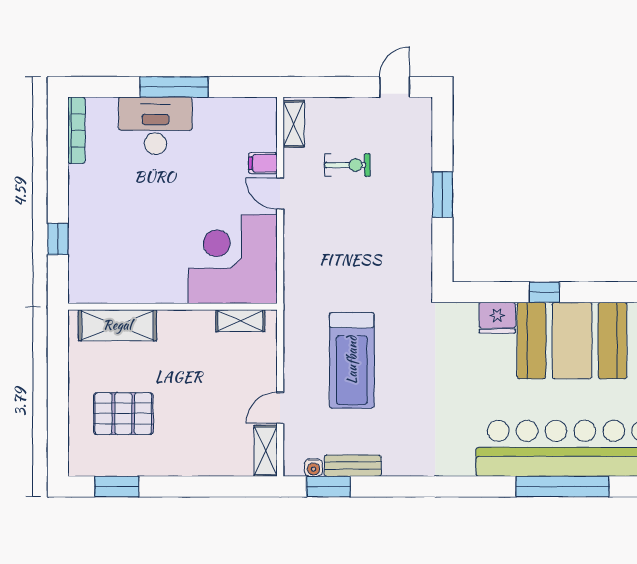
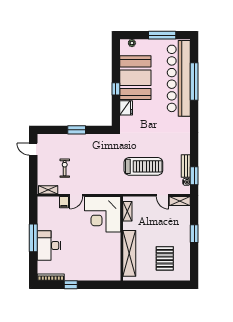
window: (58, 239) -> (71, 285), moved
shelving: (117, 325) -> (129, 253), width x1.47
window: (117, 487) -> (194, 234), moved

